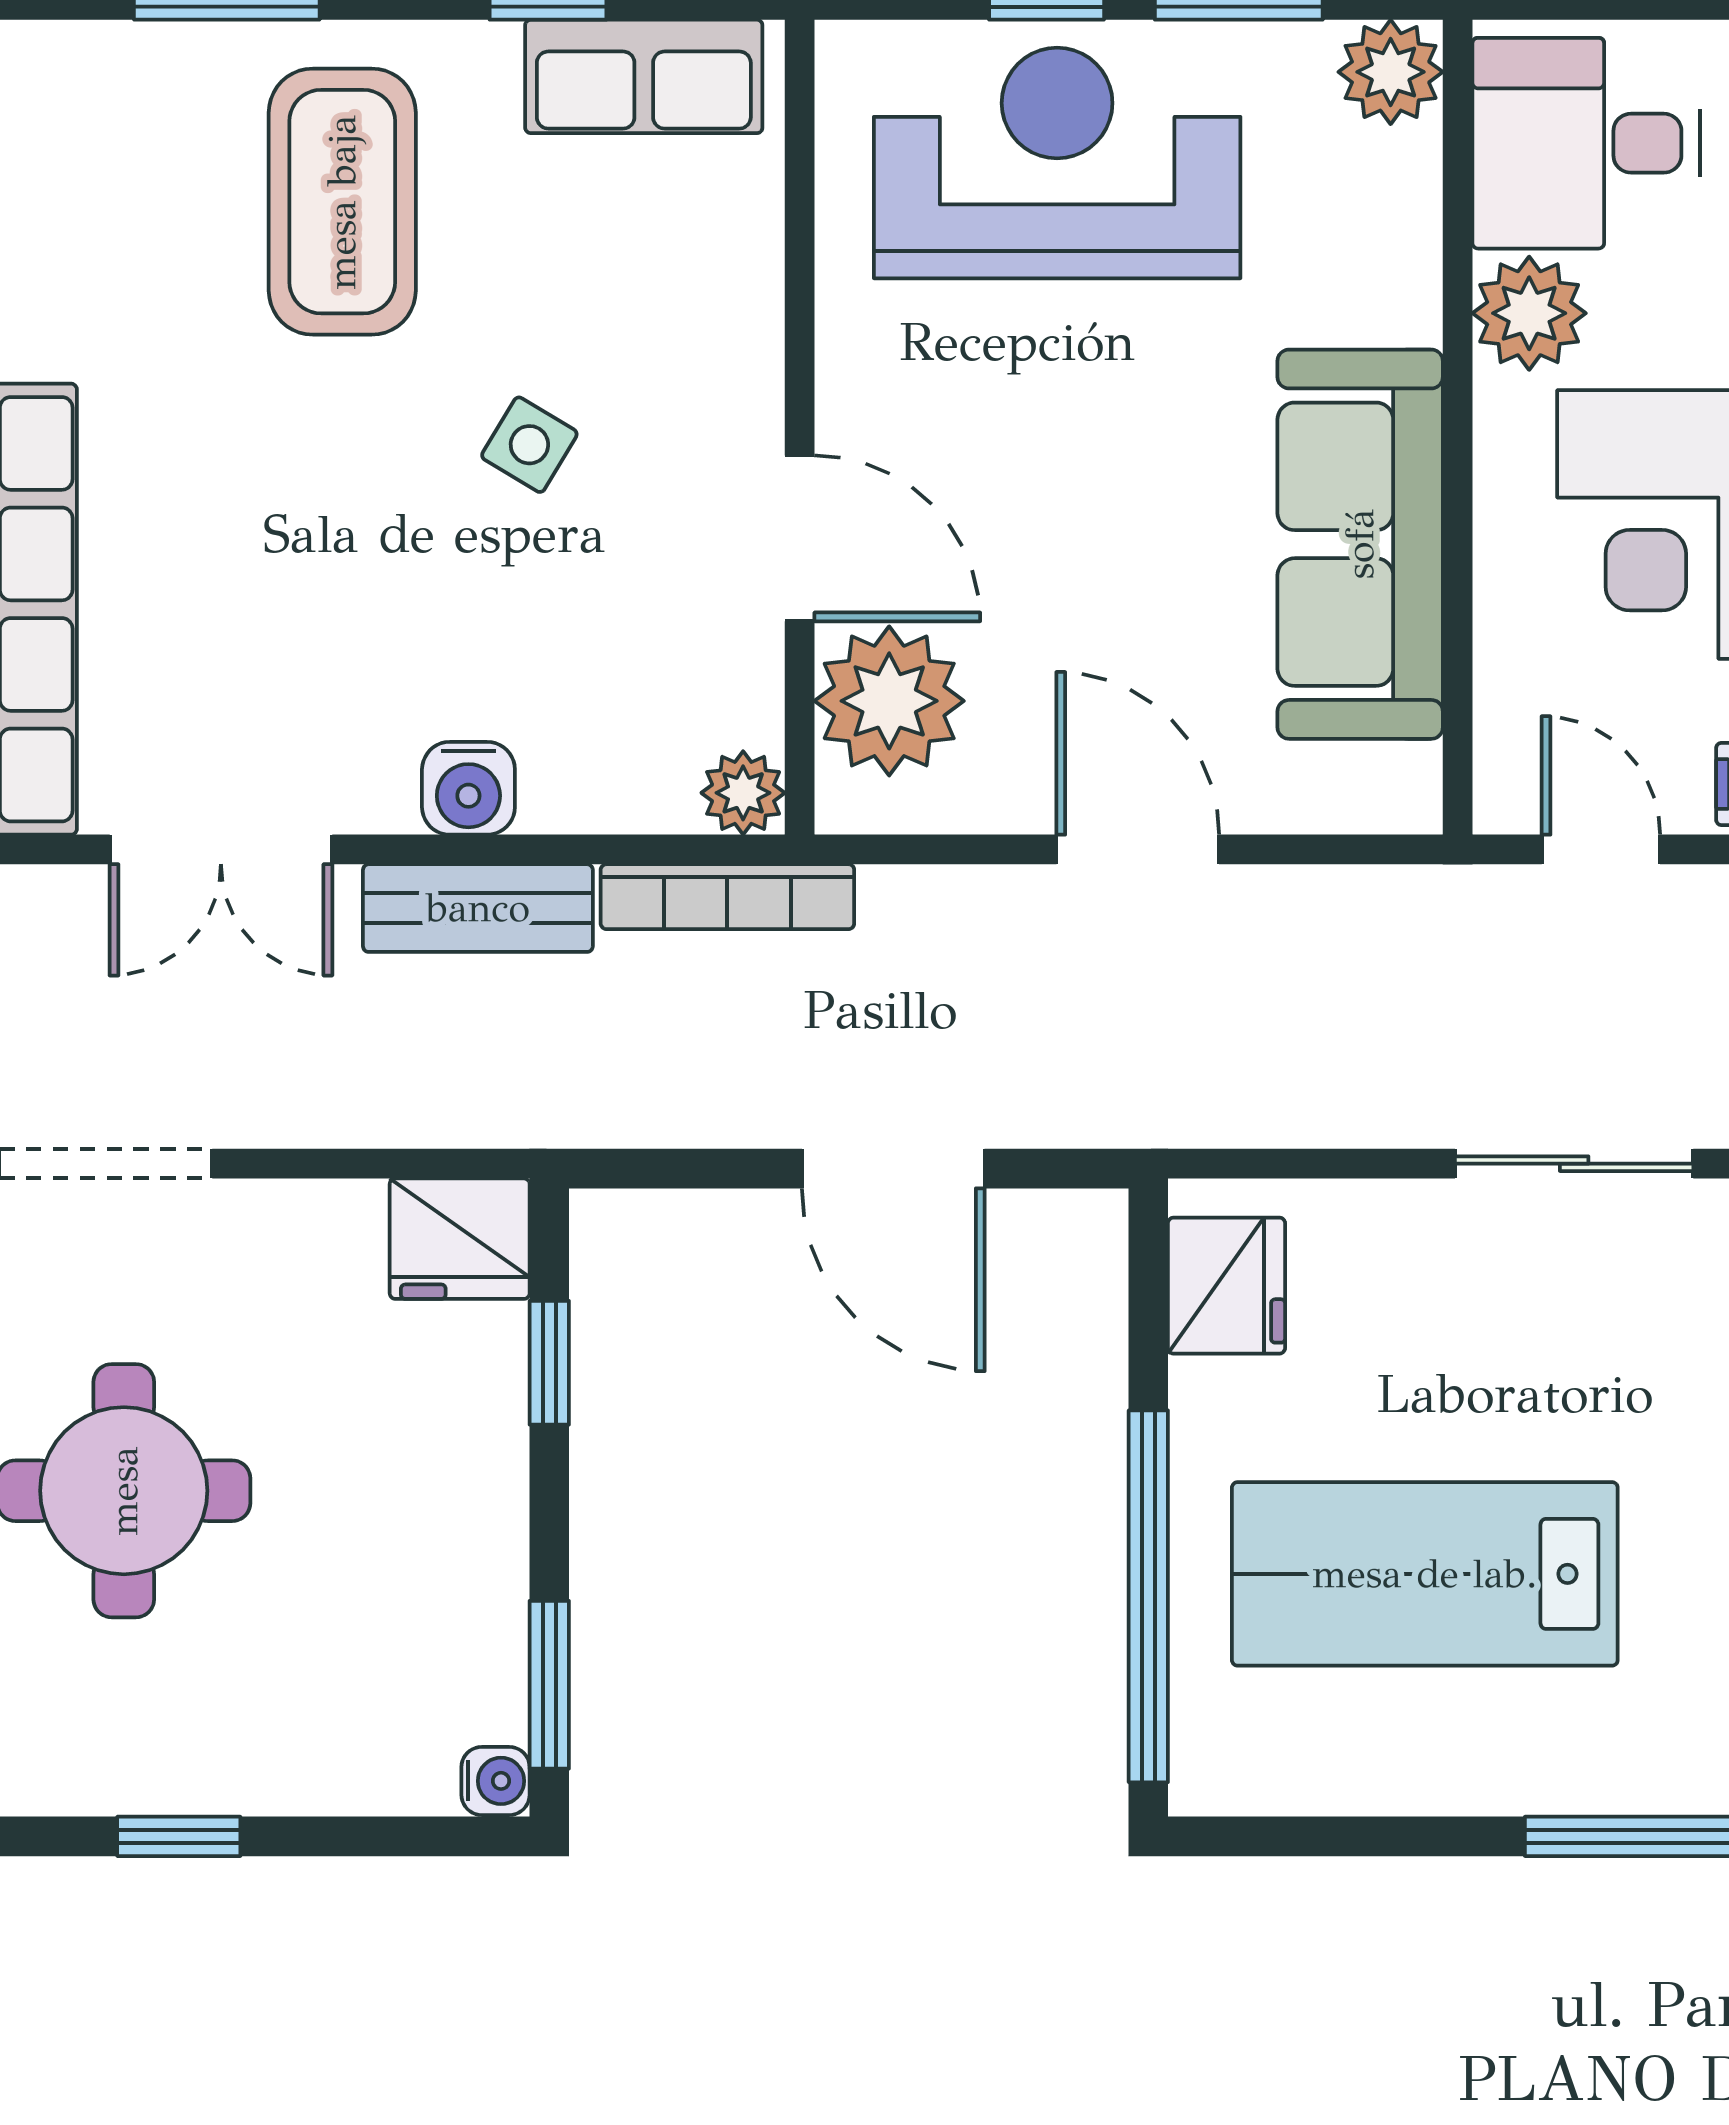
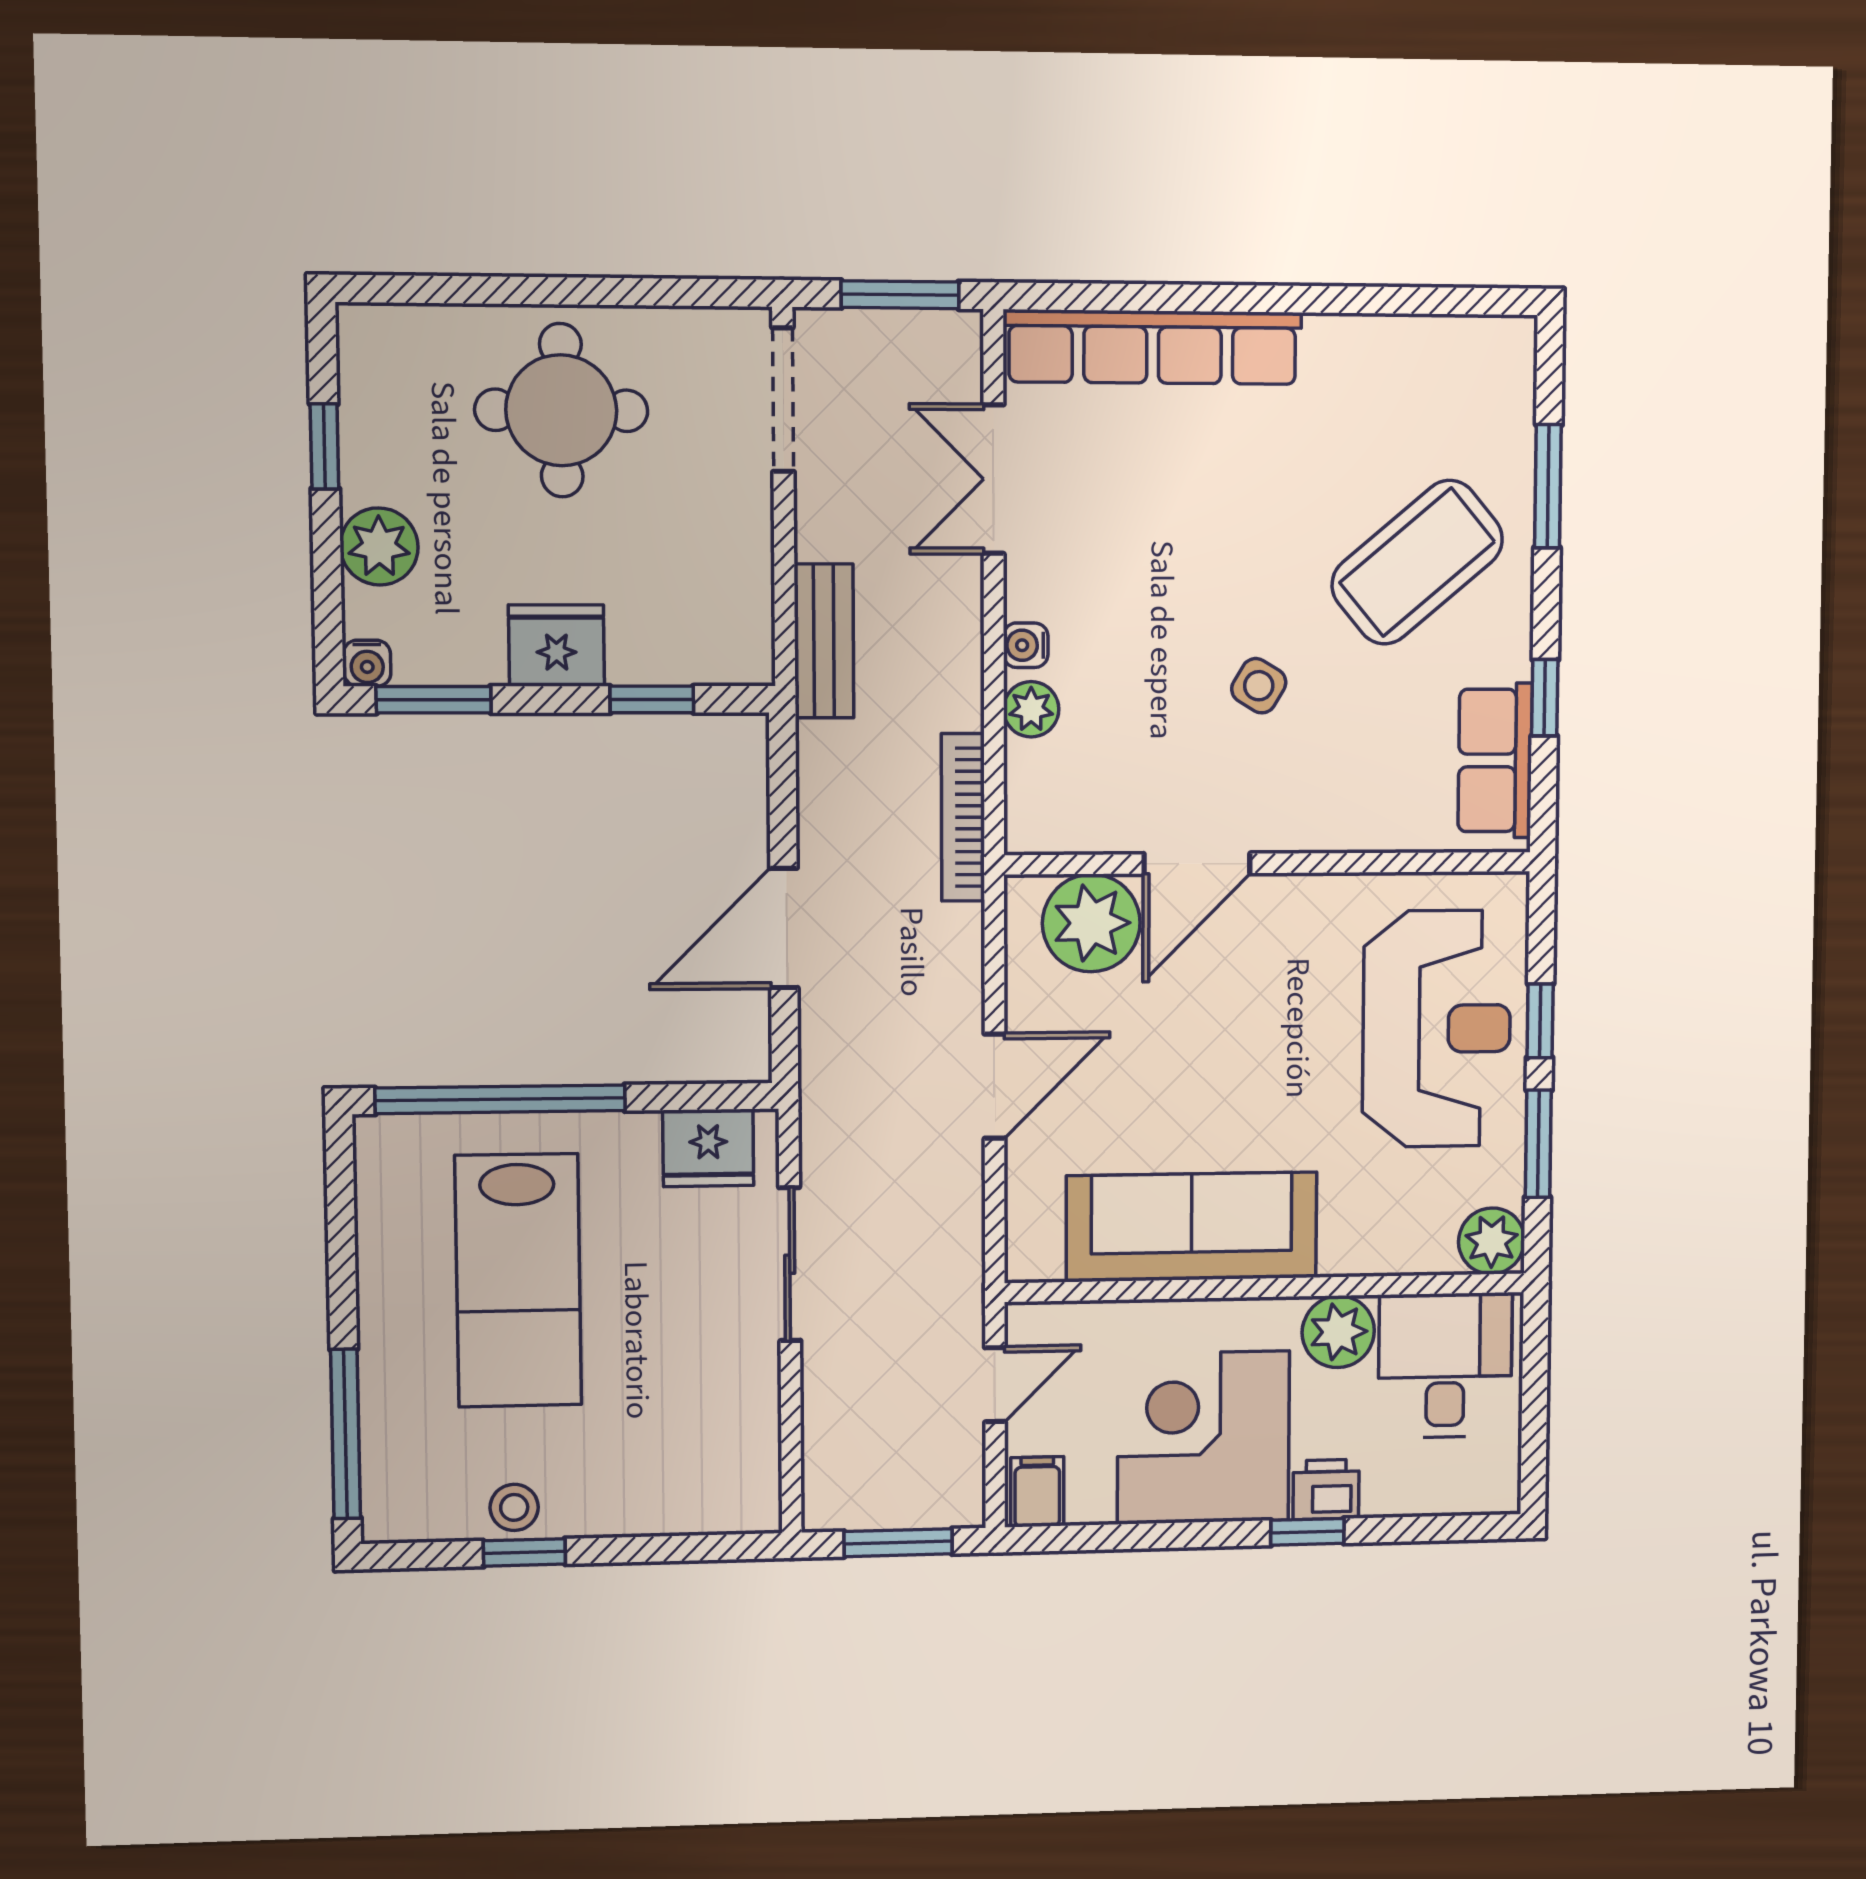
coffee table: (342, 202) -> (1417, 562), turned -40
water cooler: (468, 788) -> (1026, 645), width x0.72, depth x0.72
plant: (743, 793) -> (1031, 709), moved
bench: (478, 908) -> (824, 641), moved
sliding door: (1574, 1164) -> (790, 1264), moved
fridge: (460, 1239) -> (556, 646), moved, turned 90
lab bench: (1425, 1574) -> (518, 1280), turned 180
plant: (324, 1760) -> (379, 546), added

